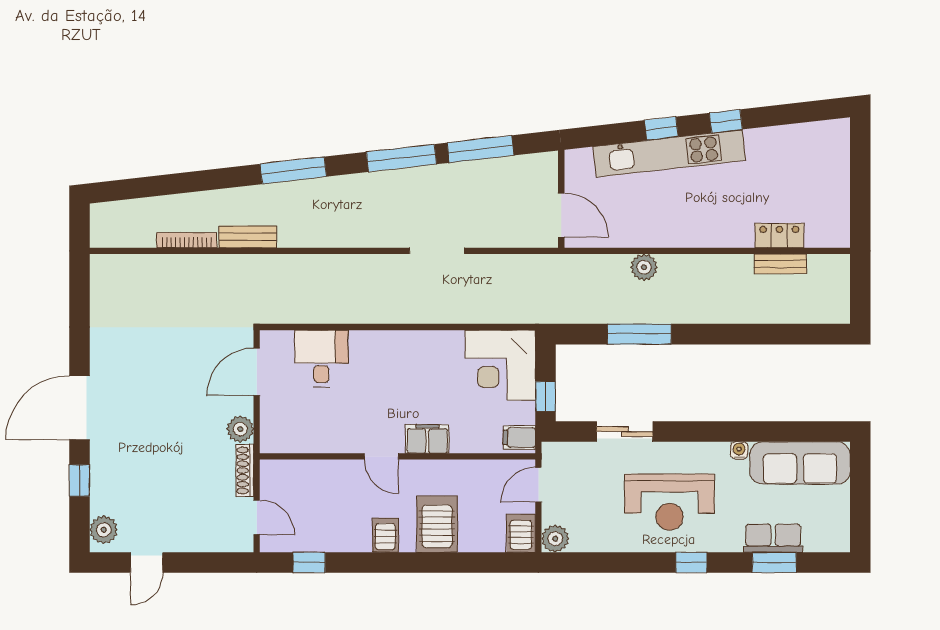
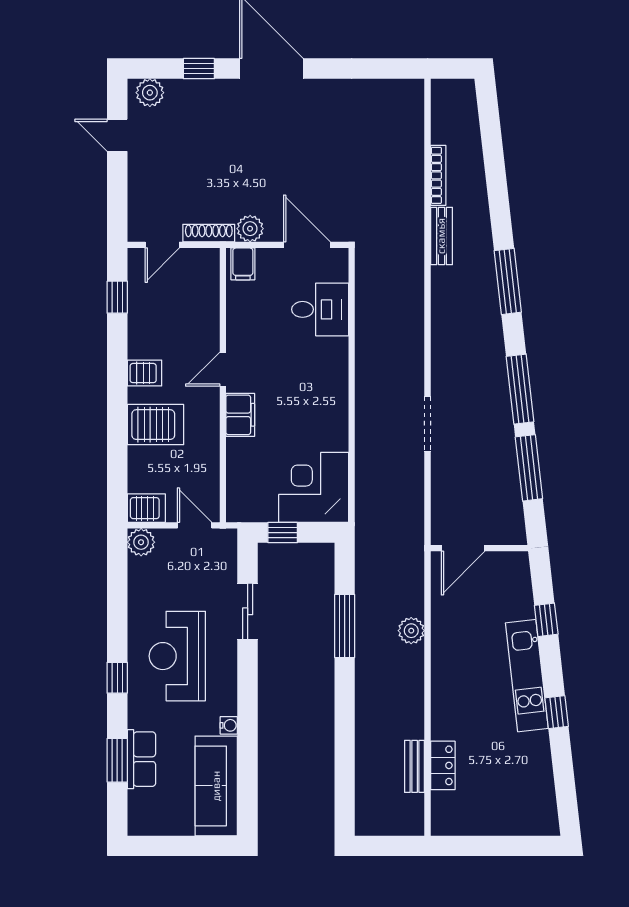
window: (661, 128) -> (546, 620), moved
kitchen unit: (669, 153) -> (527, 676), width x0.73
filing cabinet: (519, 437) -> (243, 264), moved, turned 180

